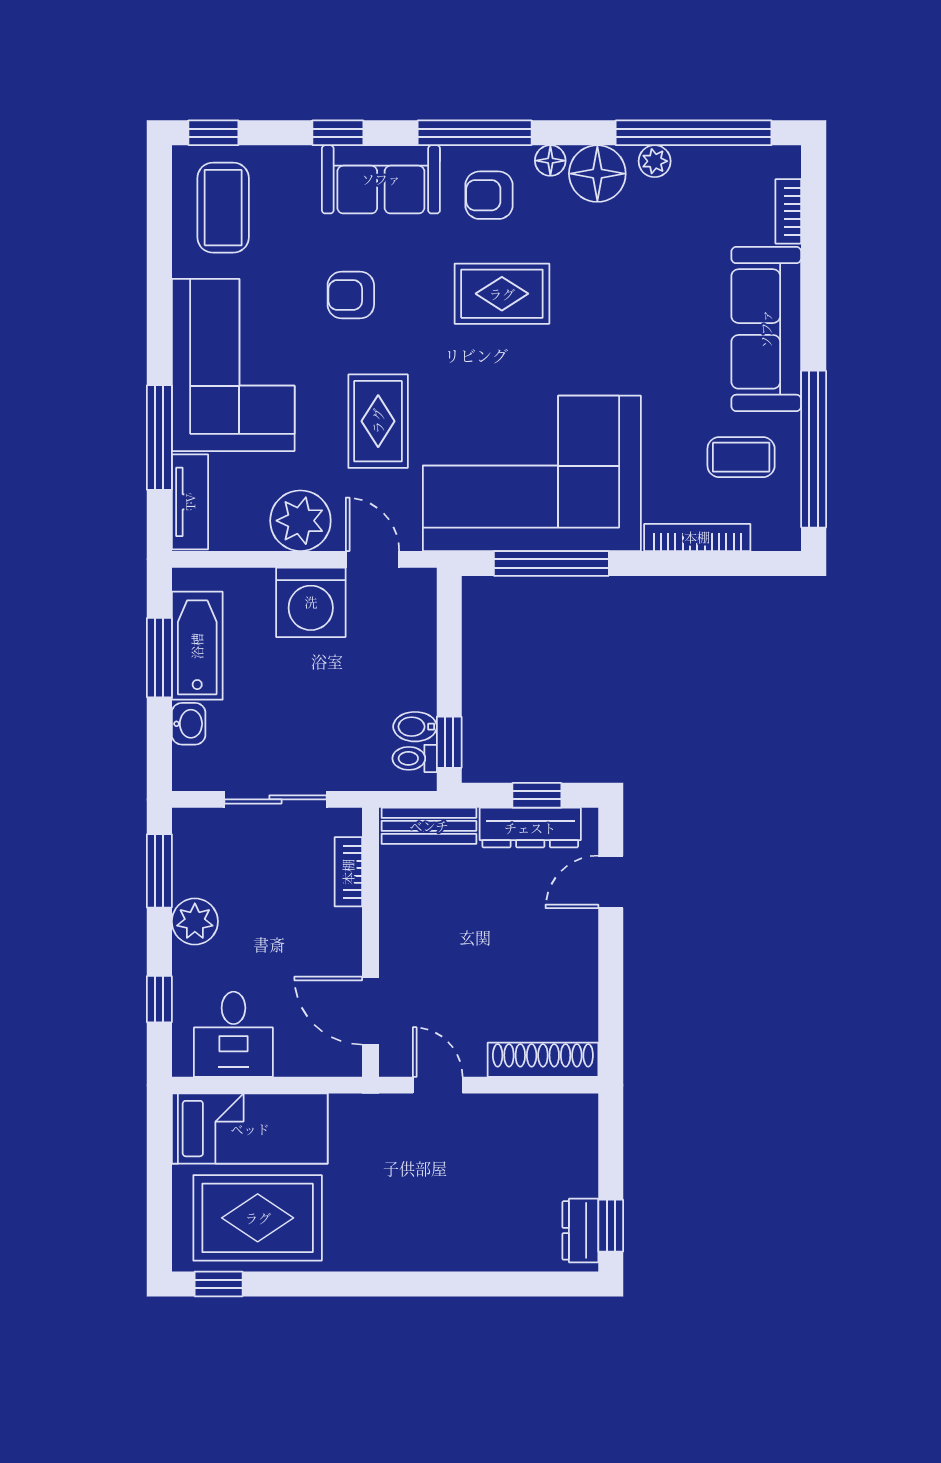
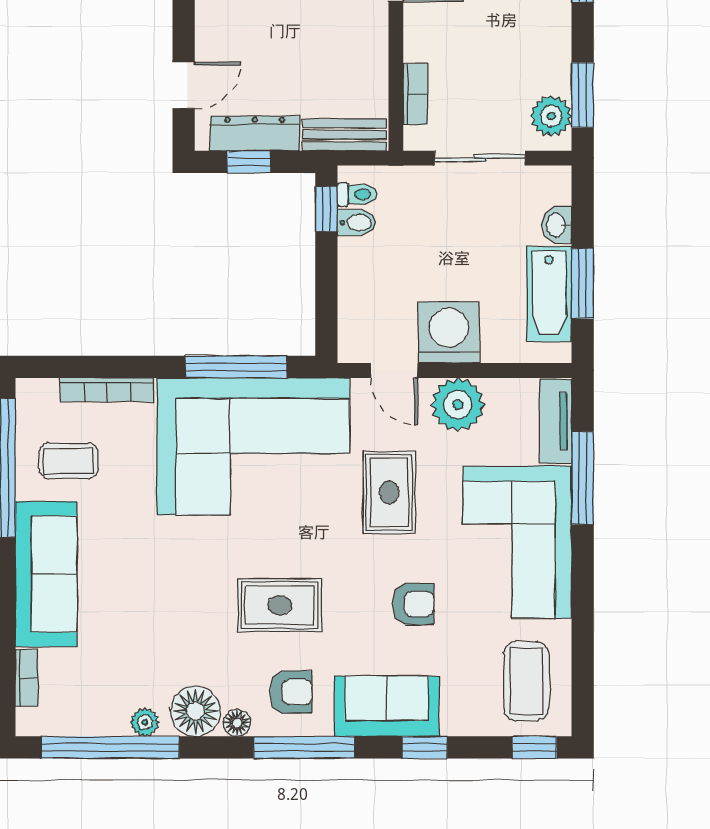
plant: (195, 921) -> (551, 116), moved

